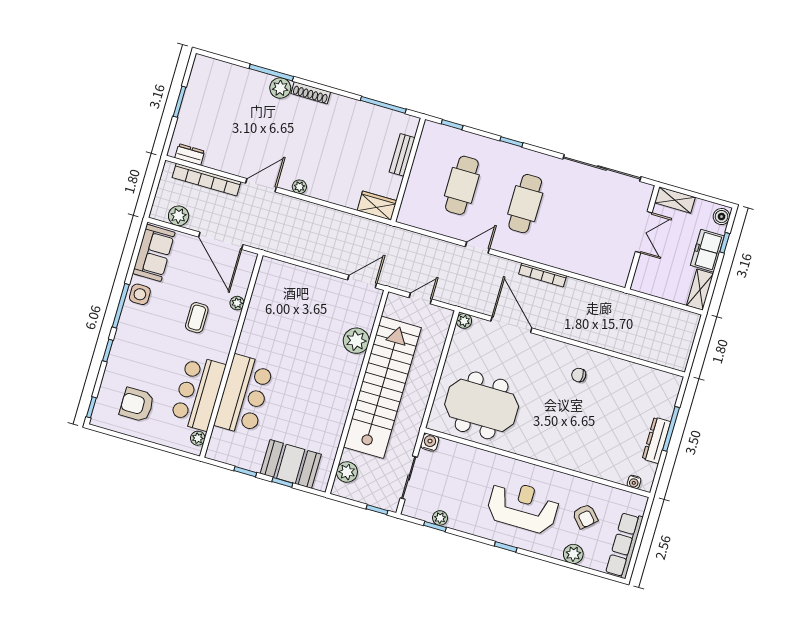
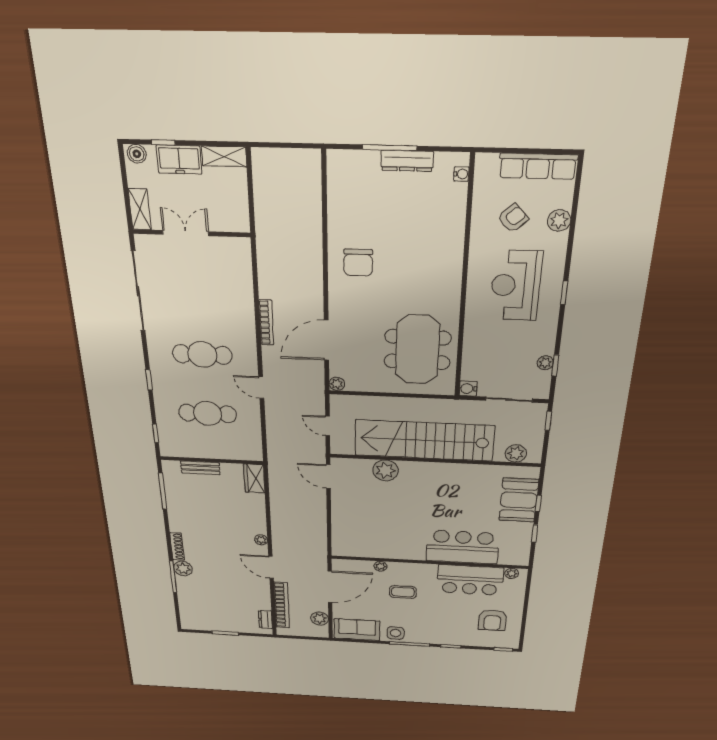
chair: (579, 375) -> (358, 263), width x1.87, depth x1.87

